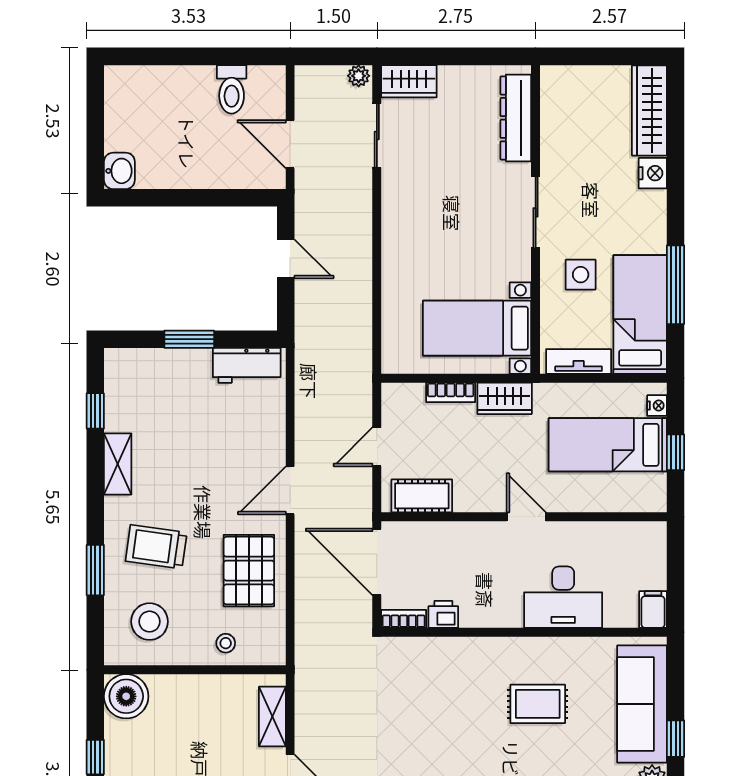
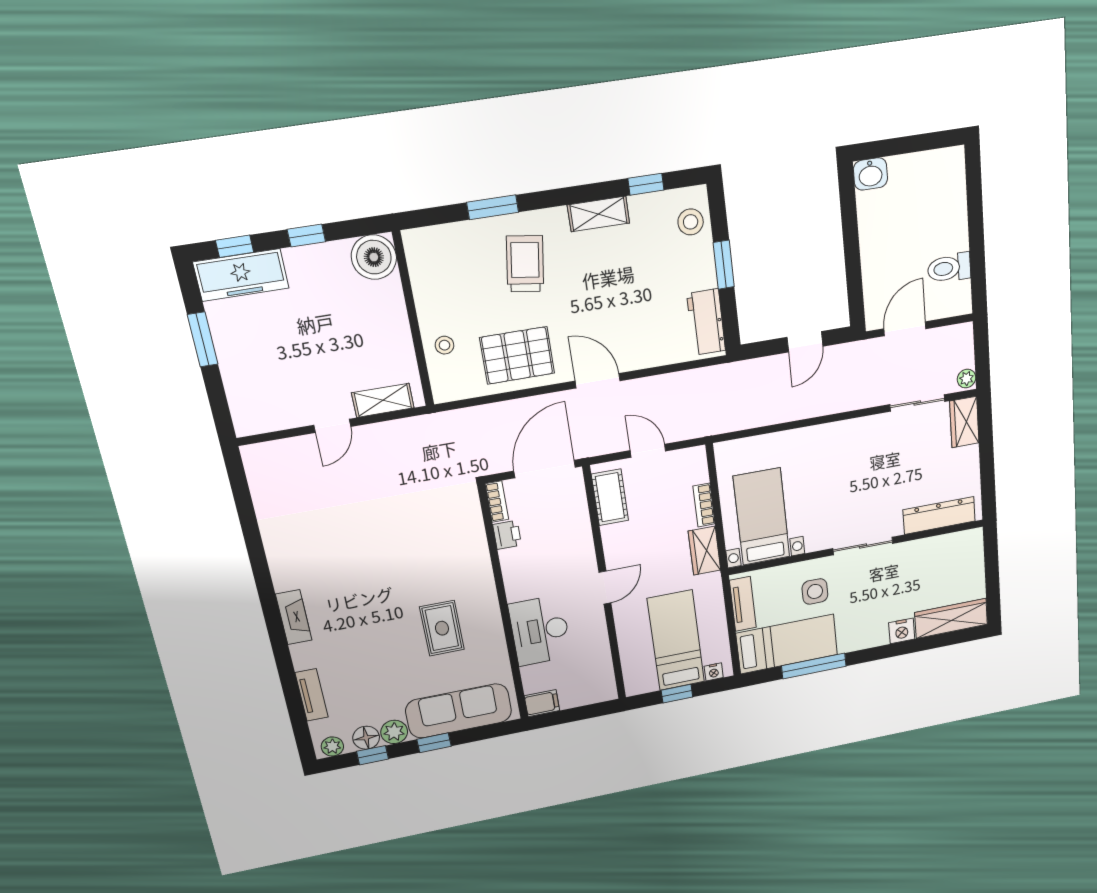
stool: (150, 622) -> (691, 222), moved, width x0.73, depth x0.73

